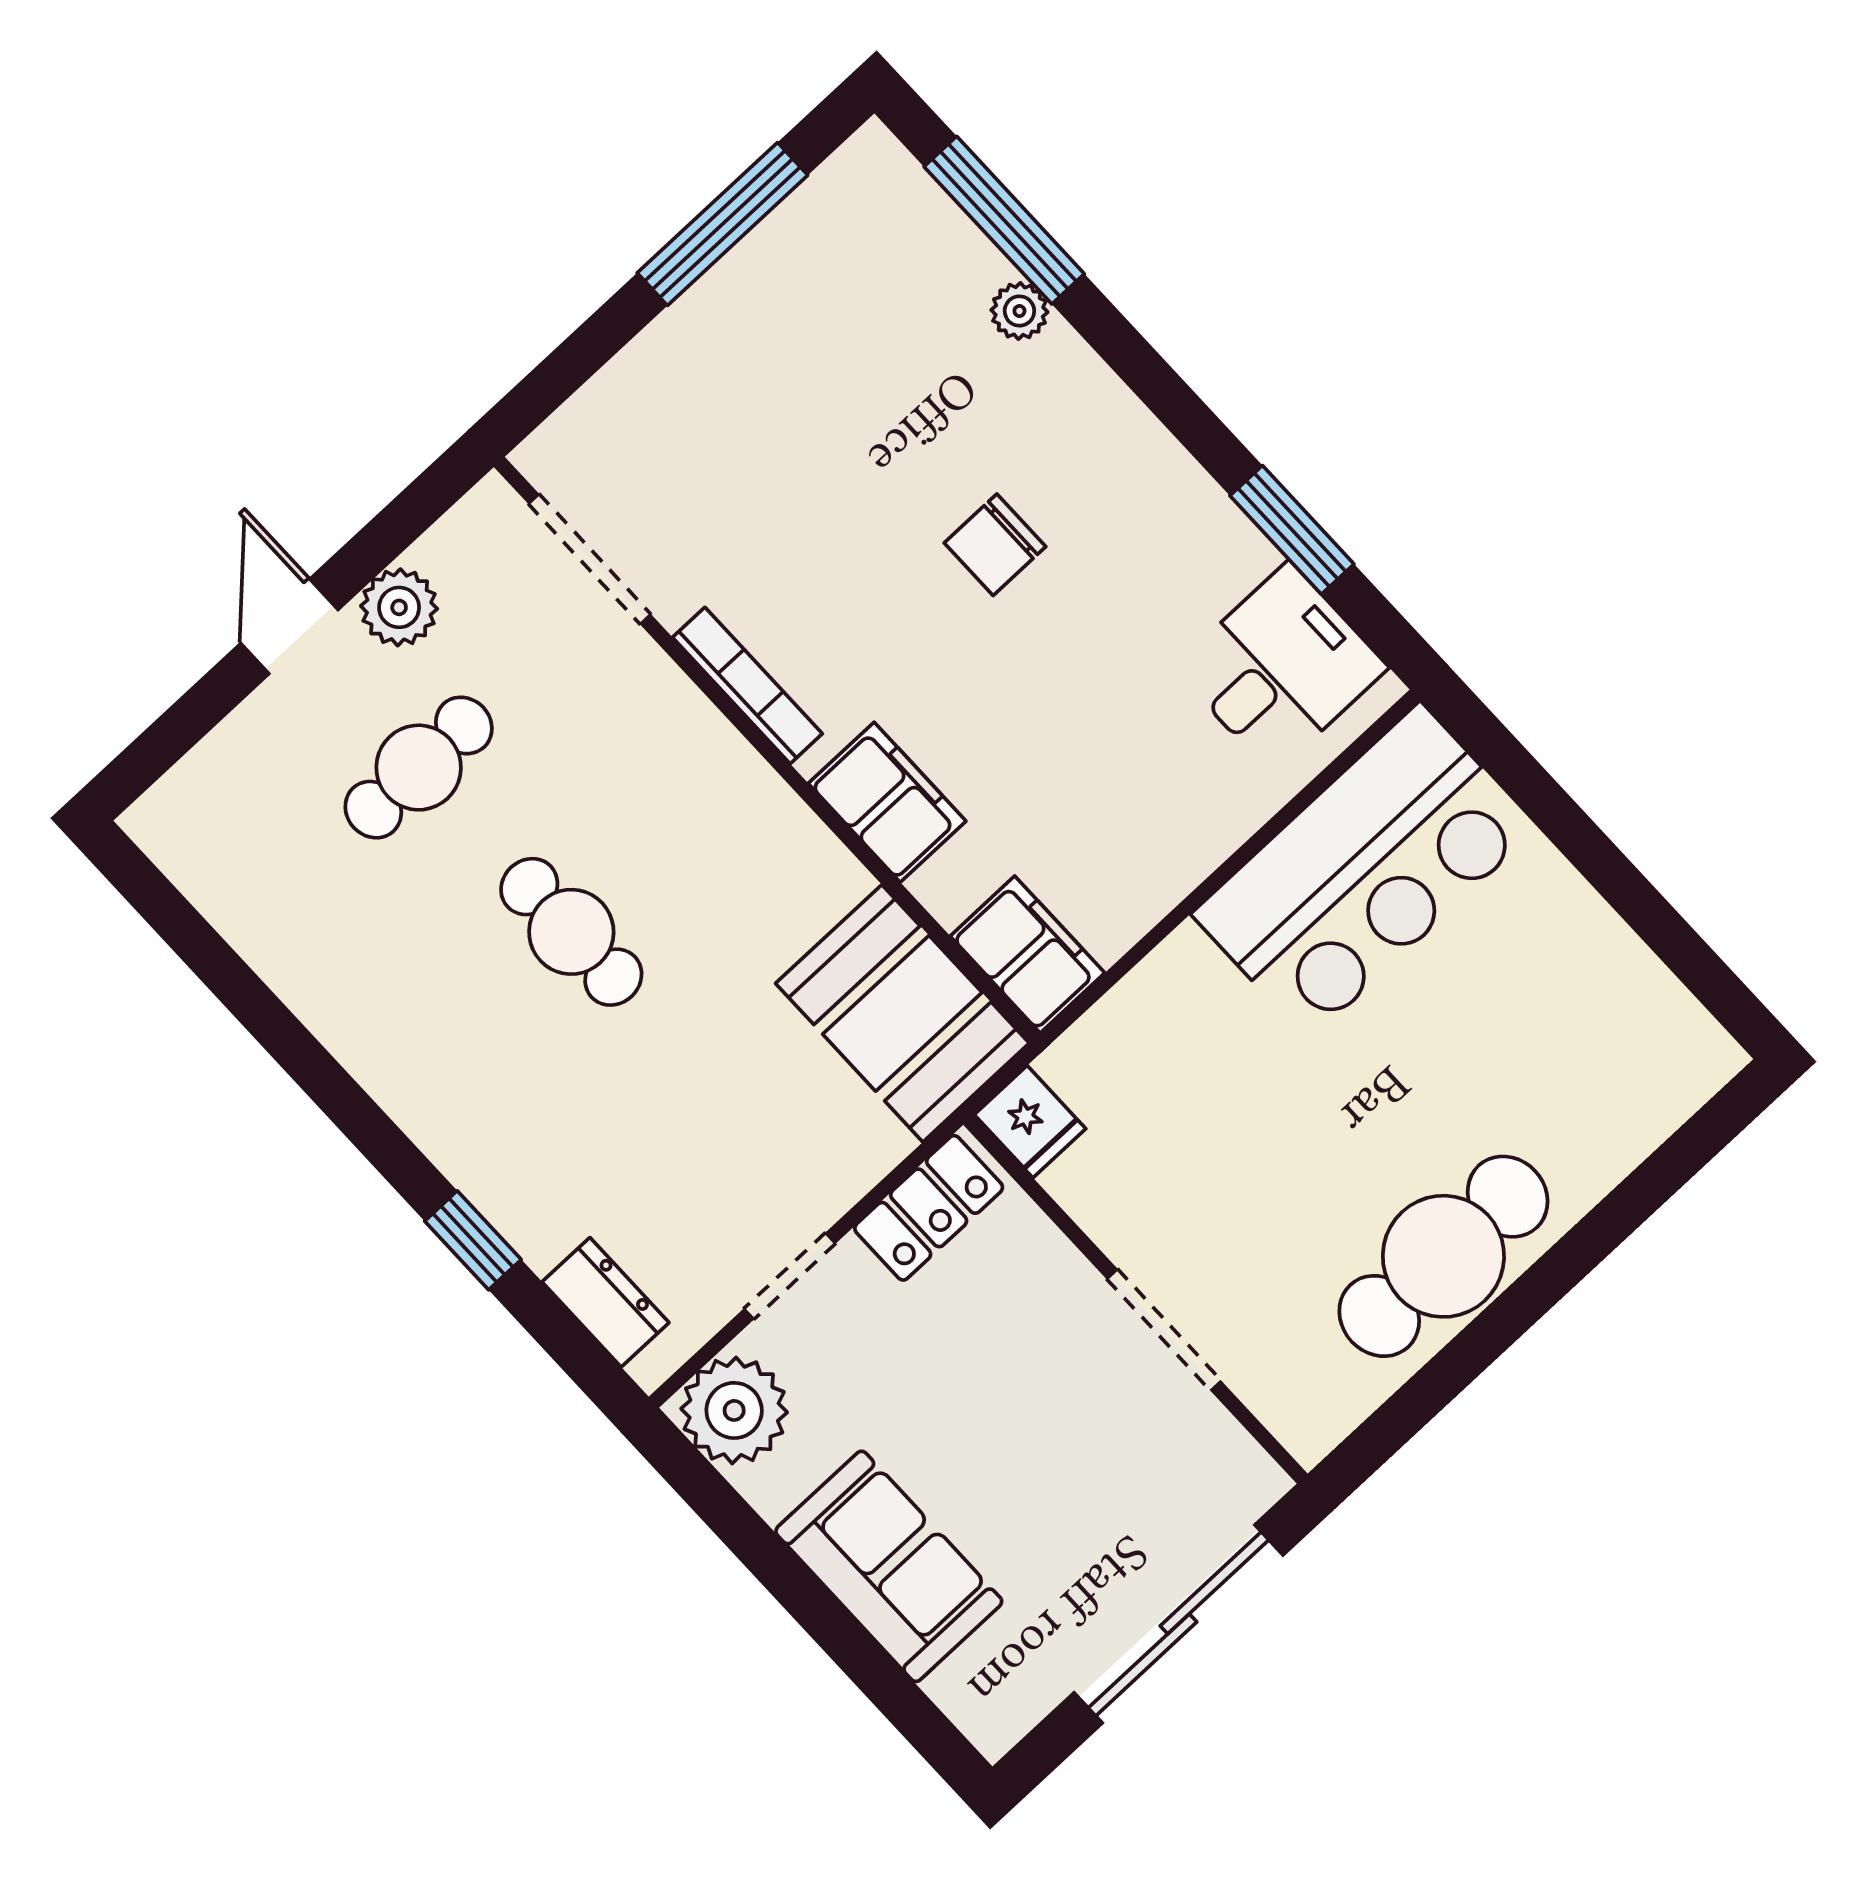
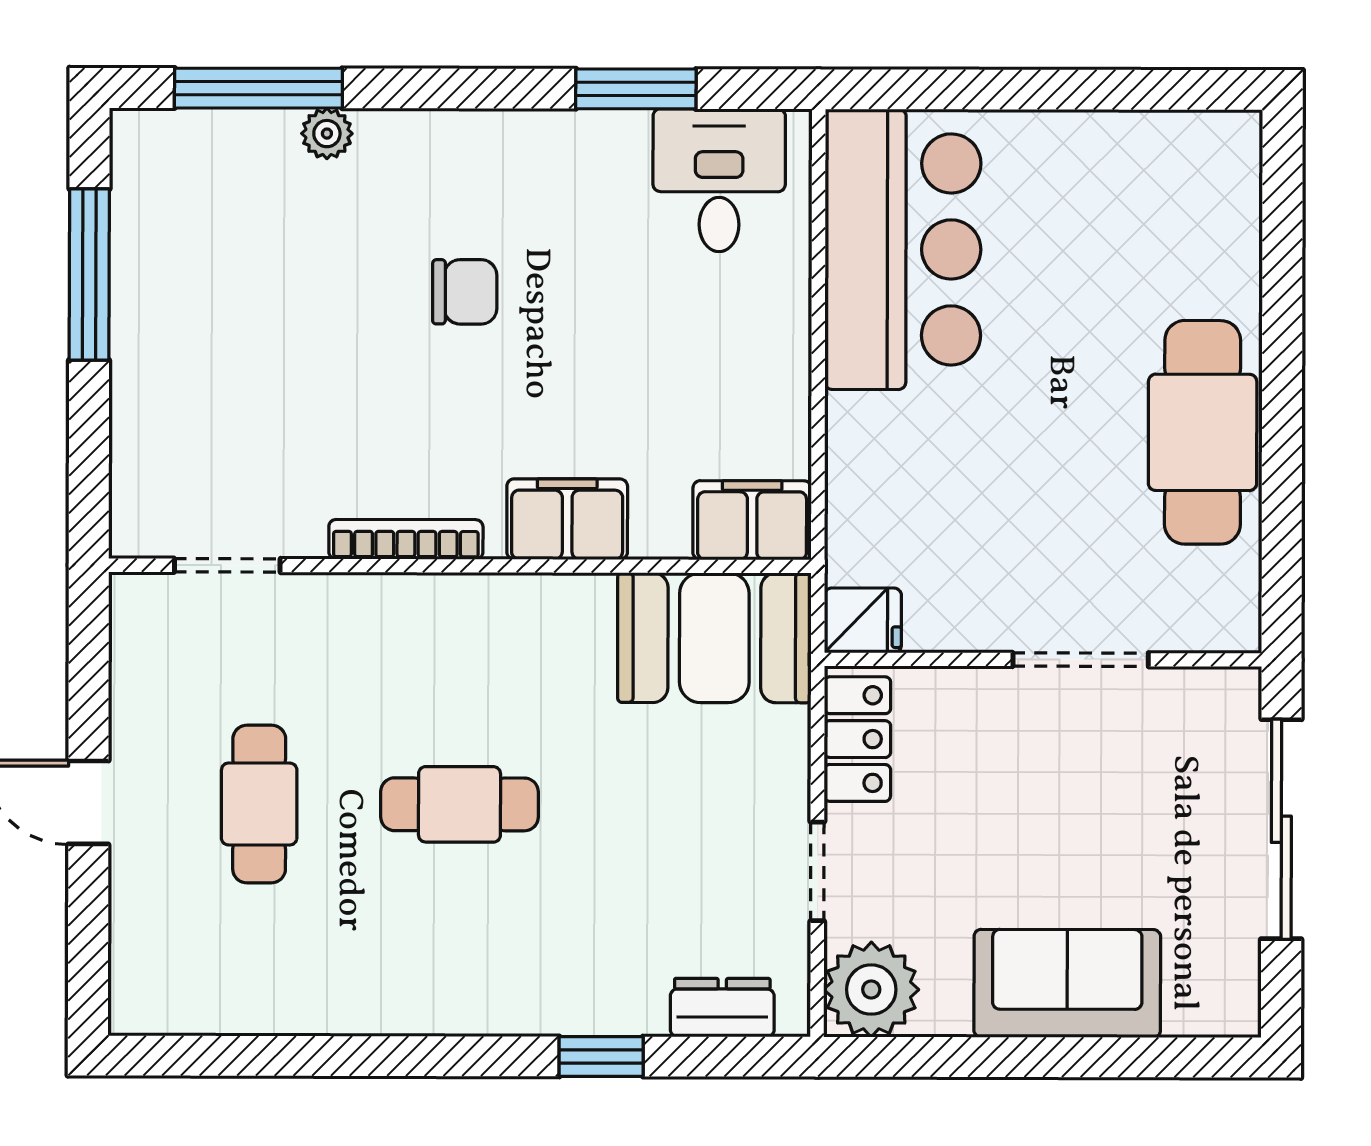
chair: (995, 545) -> (465, 292), turned -90
doorway: (590, 559) -> (227, 565), width x0.73
plant: (399, 607) -> (143, 719), removed

